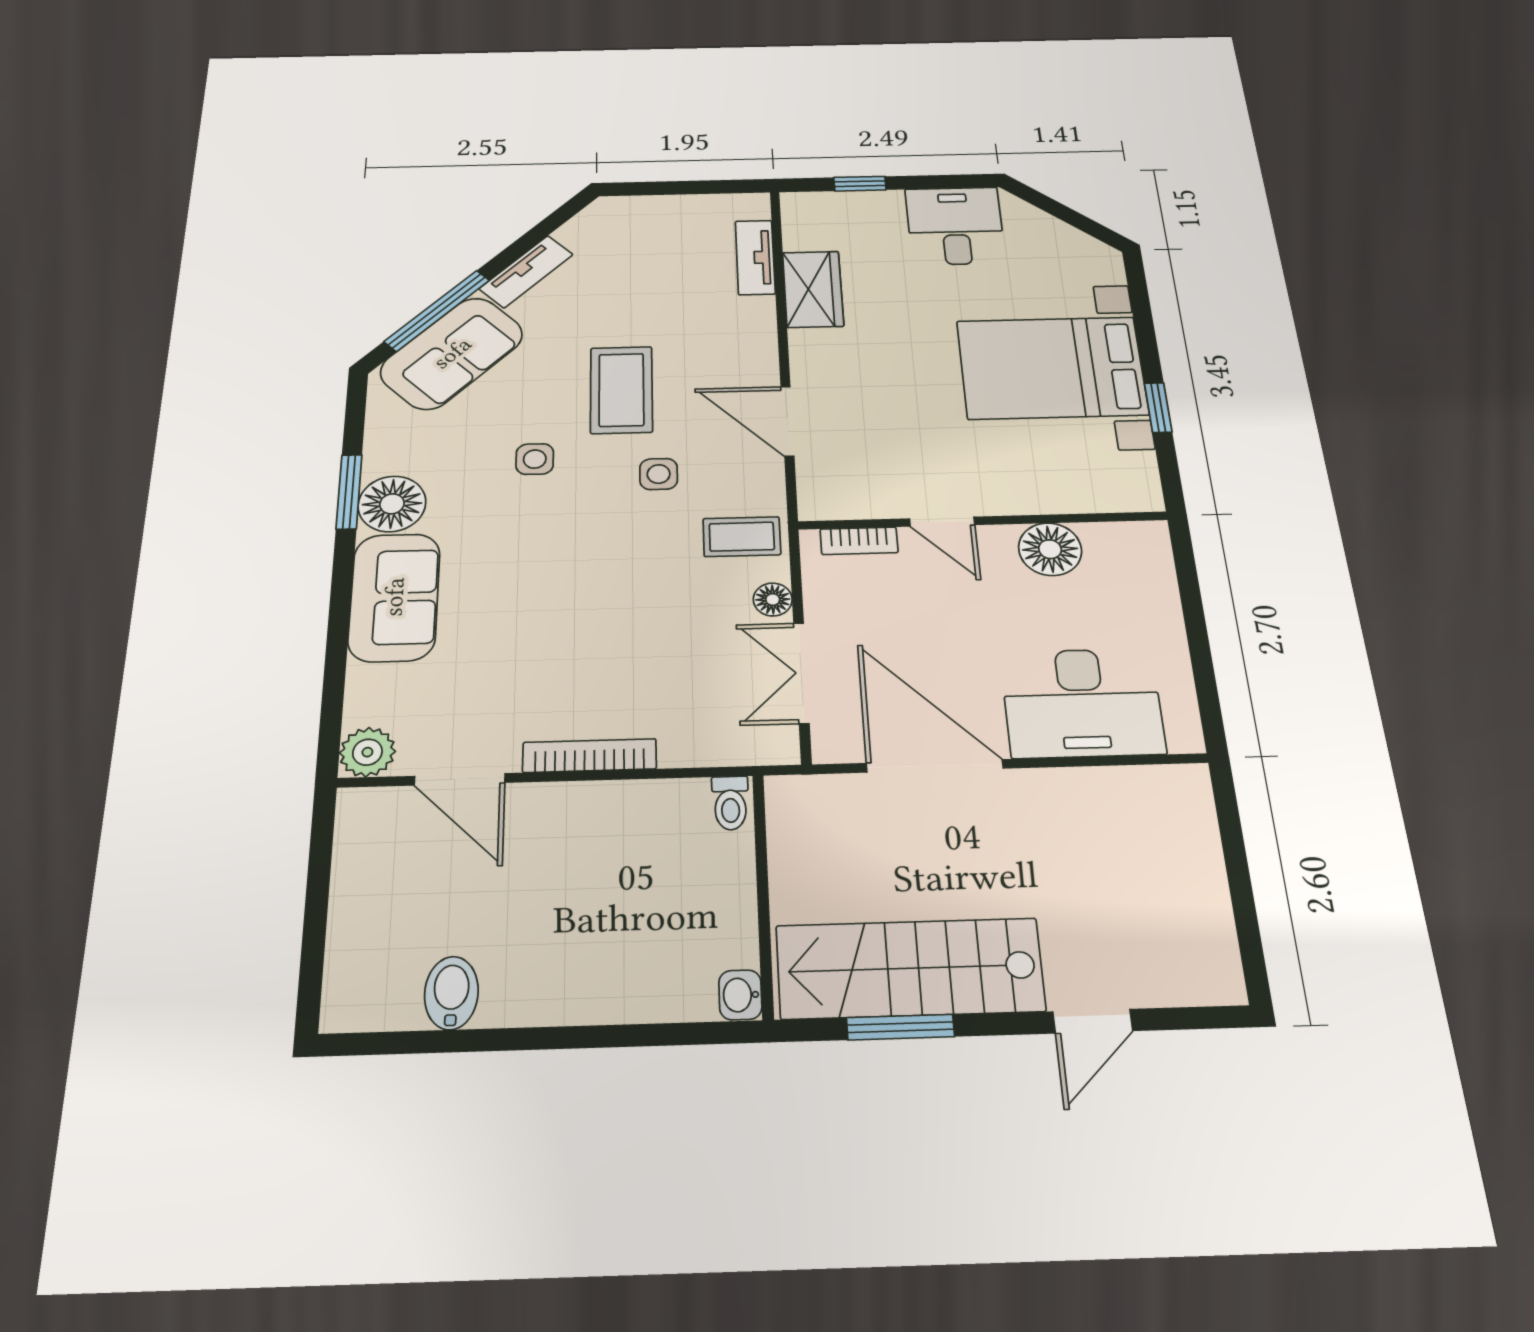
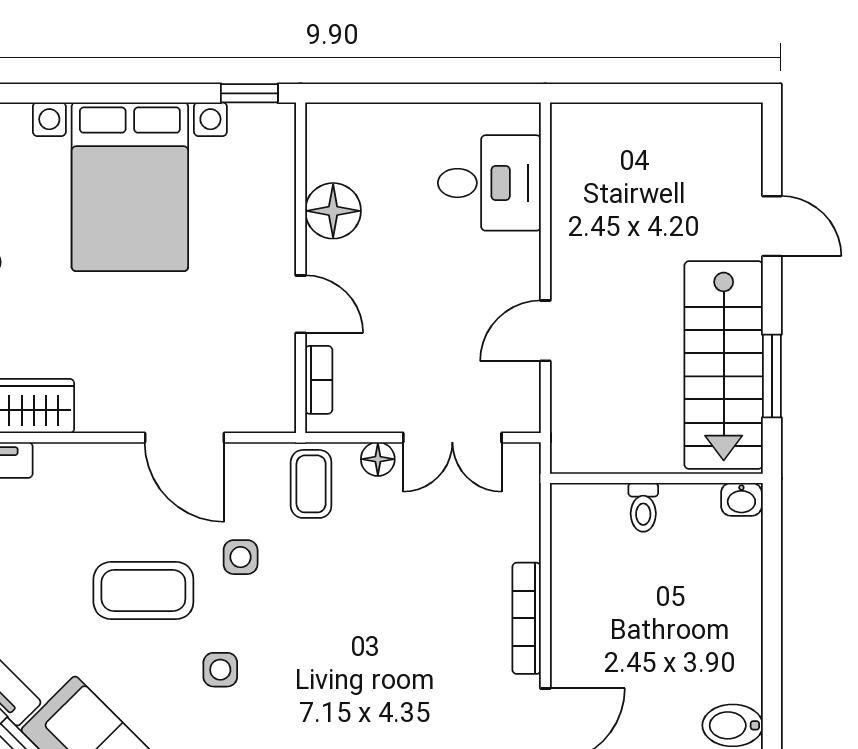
window: (1158, 407) -> (249, 93), moved
door: (787, 421) -> (185, 438), hinge flipped
door: (942, 522) -> (301, 304), hinge flipped
desk: (1082, 703) -> (489, 183), width x0.73
door: (935, 766) -> (545, 331), width x0.53
toilet: (730, 803) -> (643, 507), moved, turned 90

